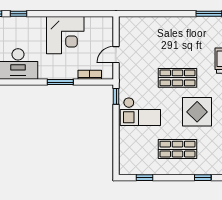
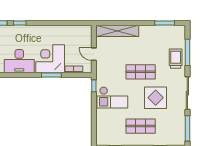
shelving: (147, 24) -> (117, 31), added
corner desk: (65, 35) -> (50, 59), moved, turned 180
door: (116, 55) -> (94, 54), hinge flipped

